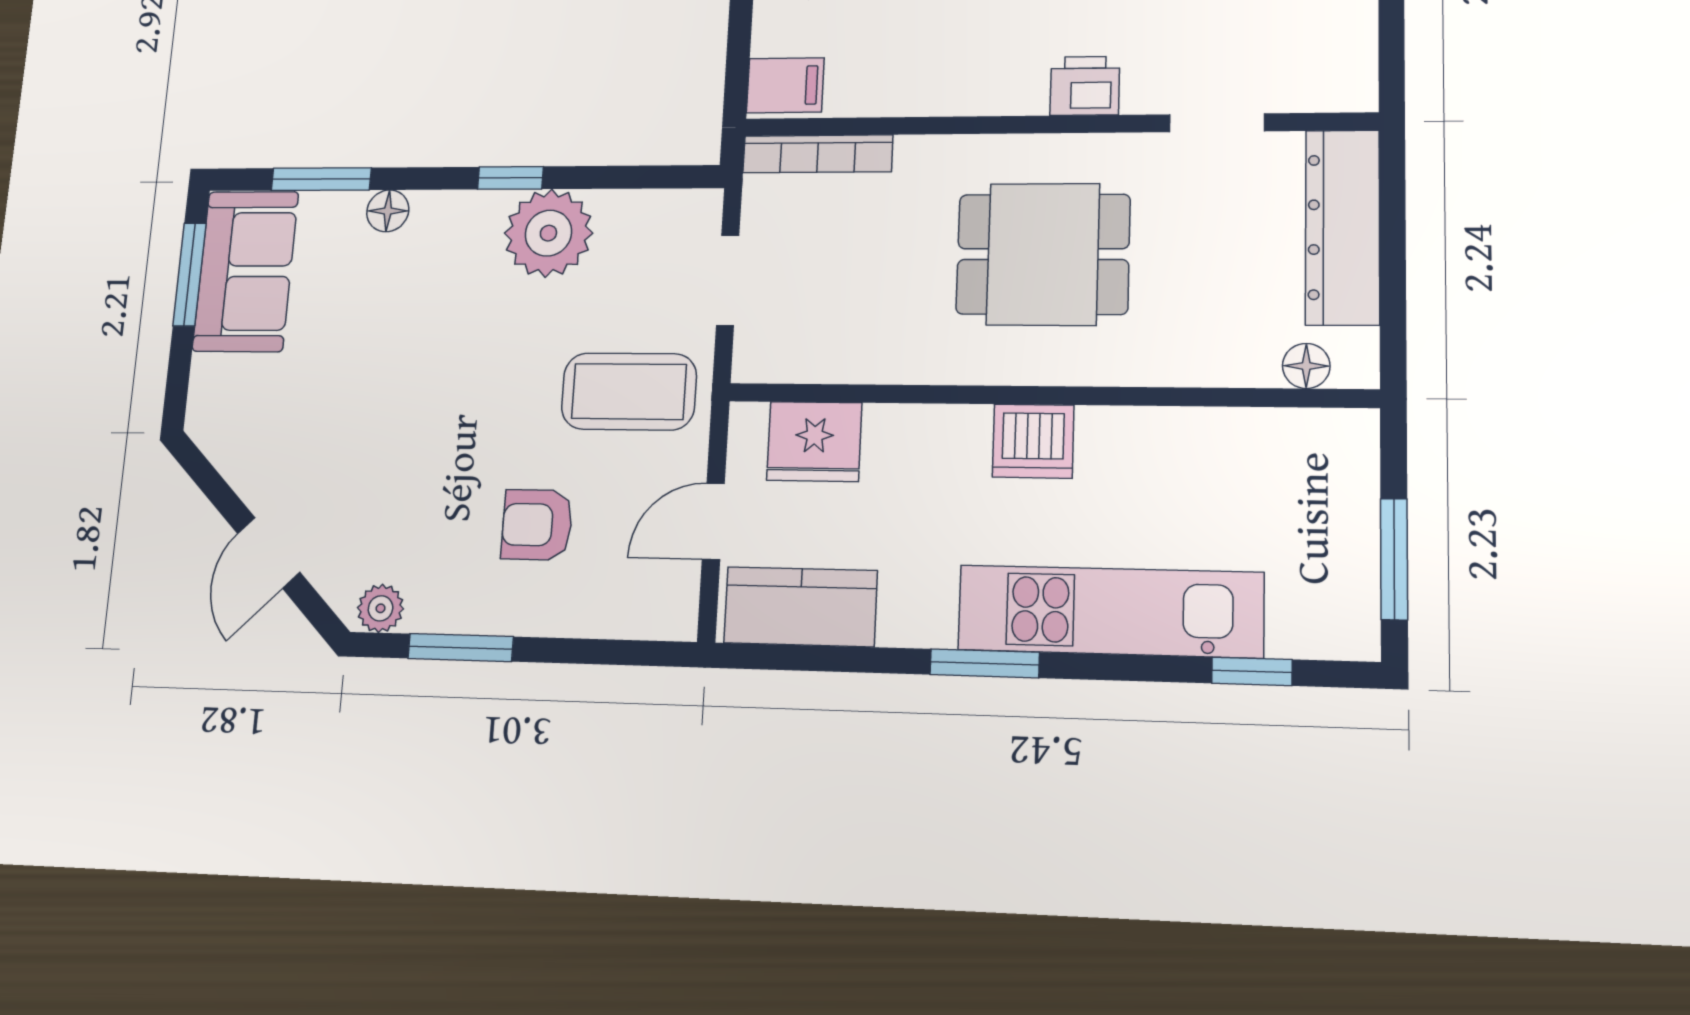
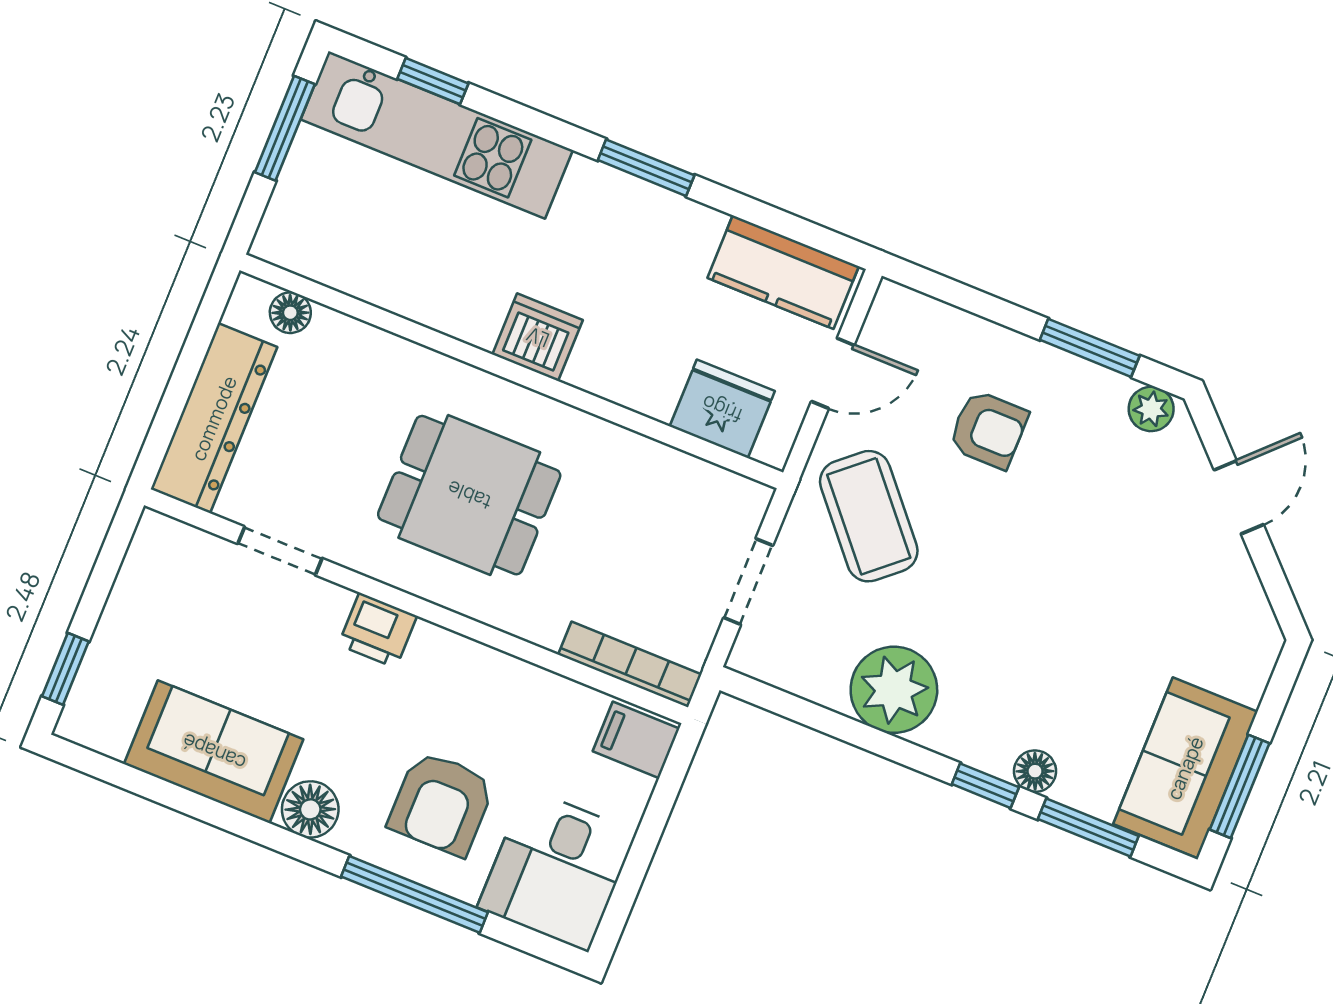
window: (510, 178) -> (985, 786), moved
coffee table: (629, 391) -> (869, 516), turned 49
kitchen unit: (1110, 611) -> (437, 135), moved

